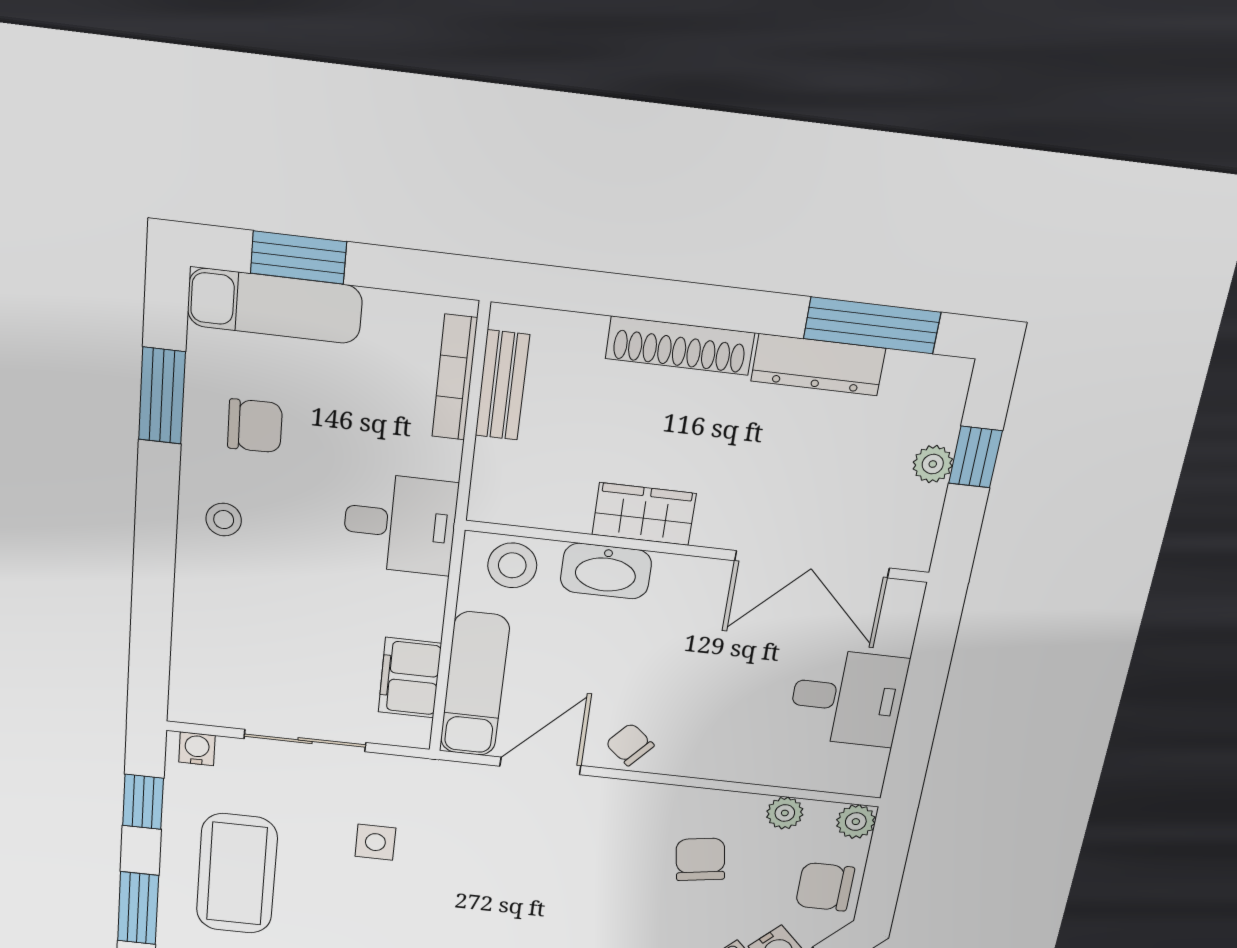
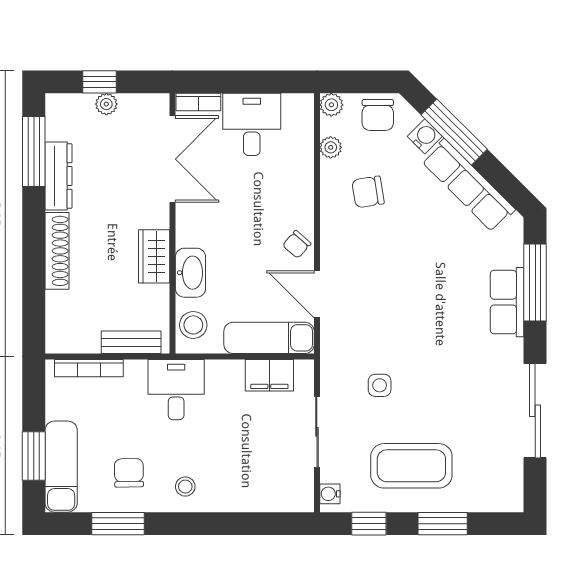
bench: (502, 385) -> (131, 342), moved
bookcase: (904, 618) -> (198, 102), added

